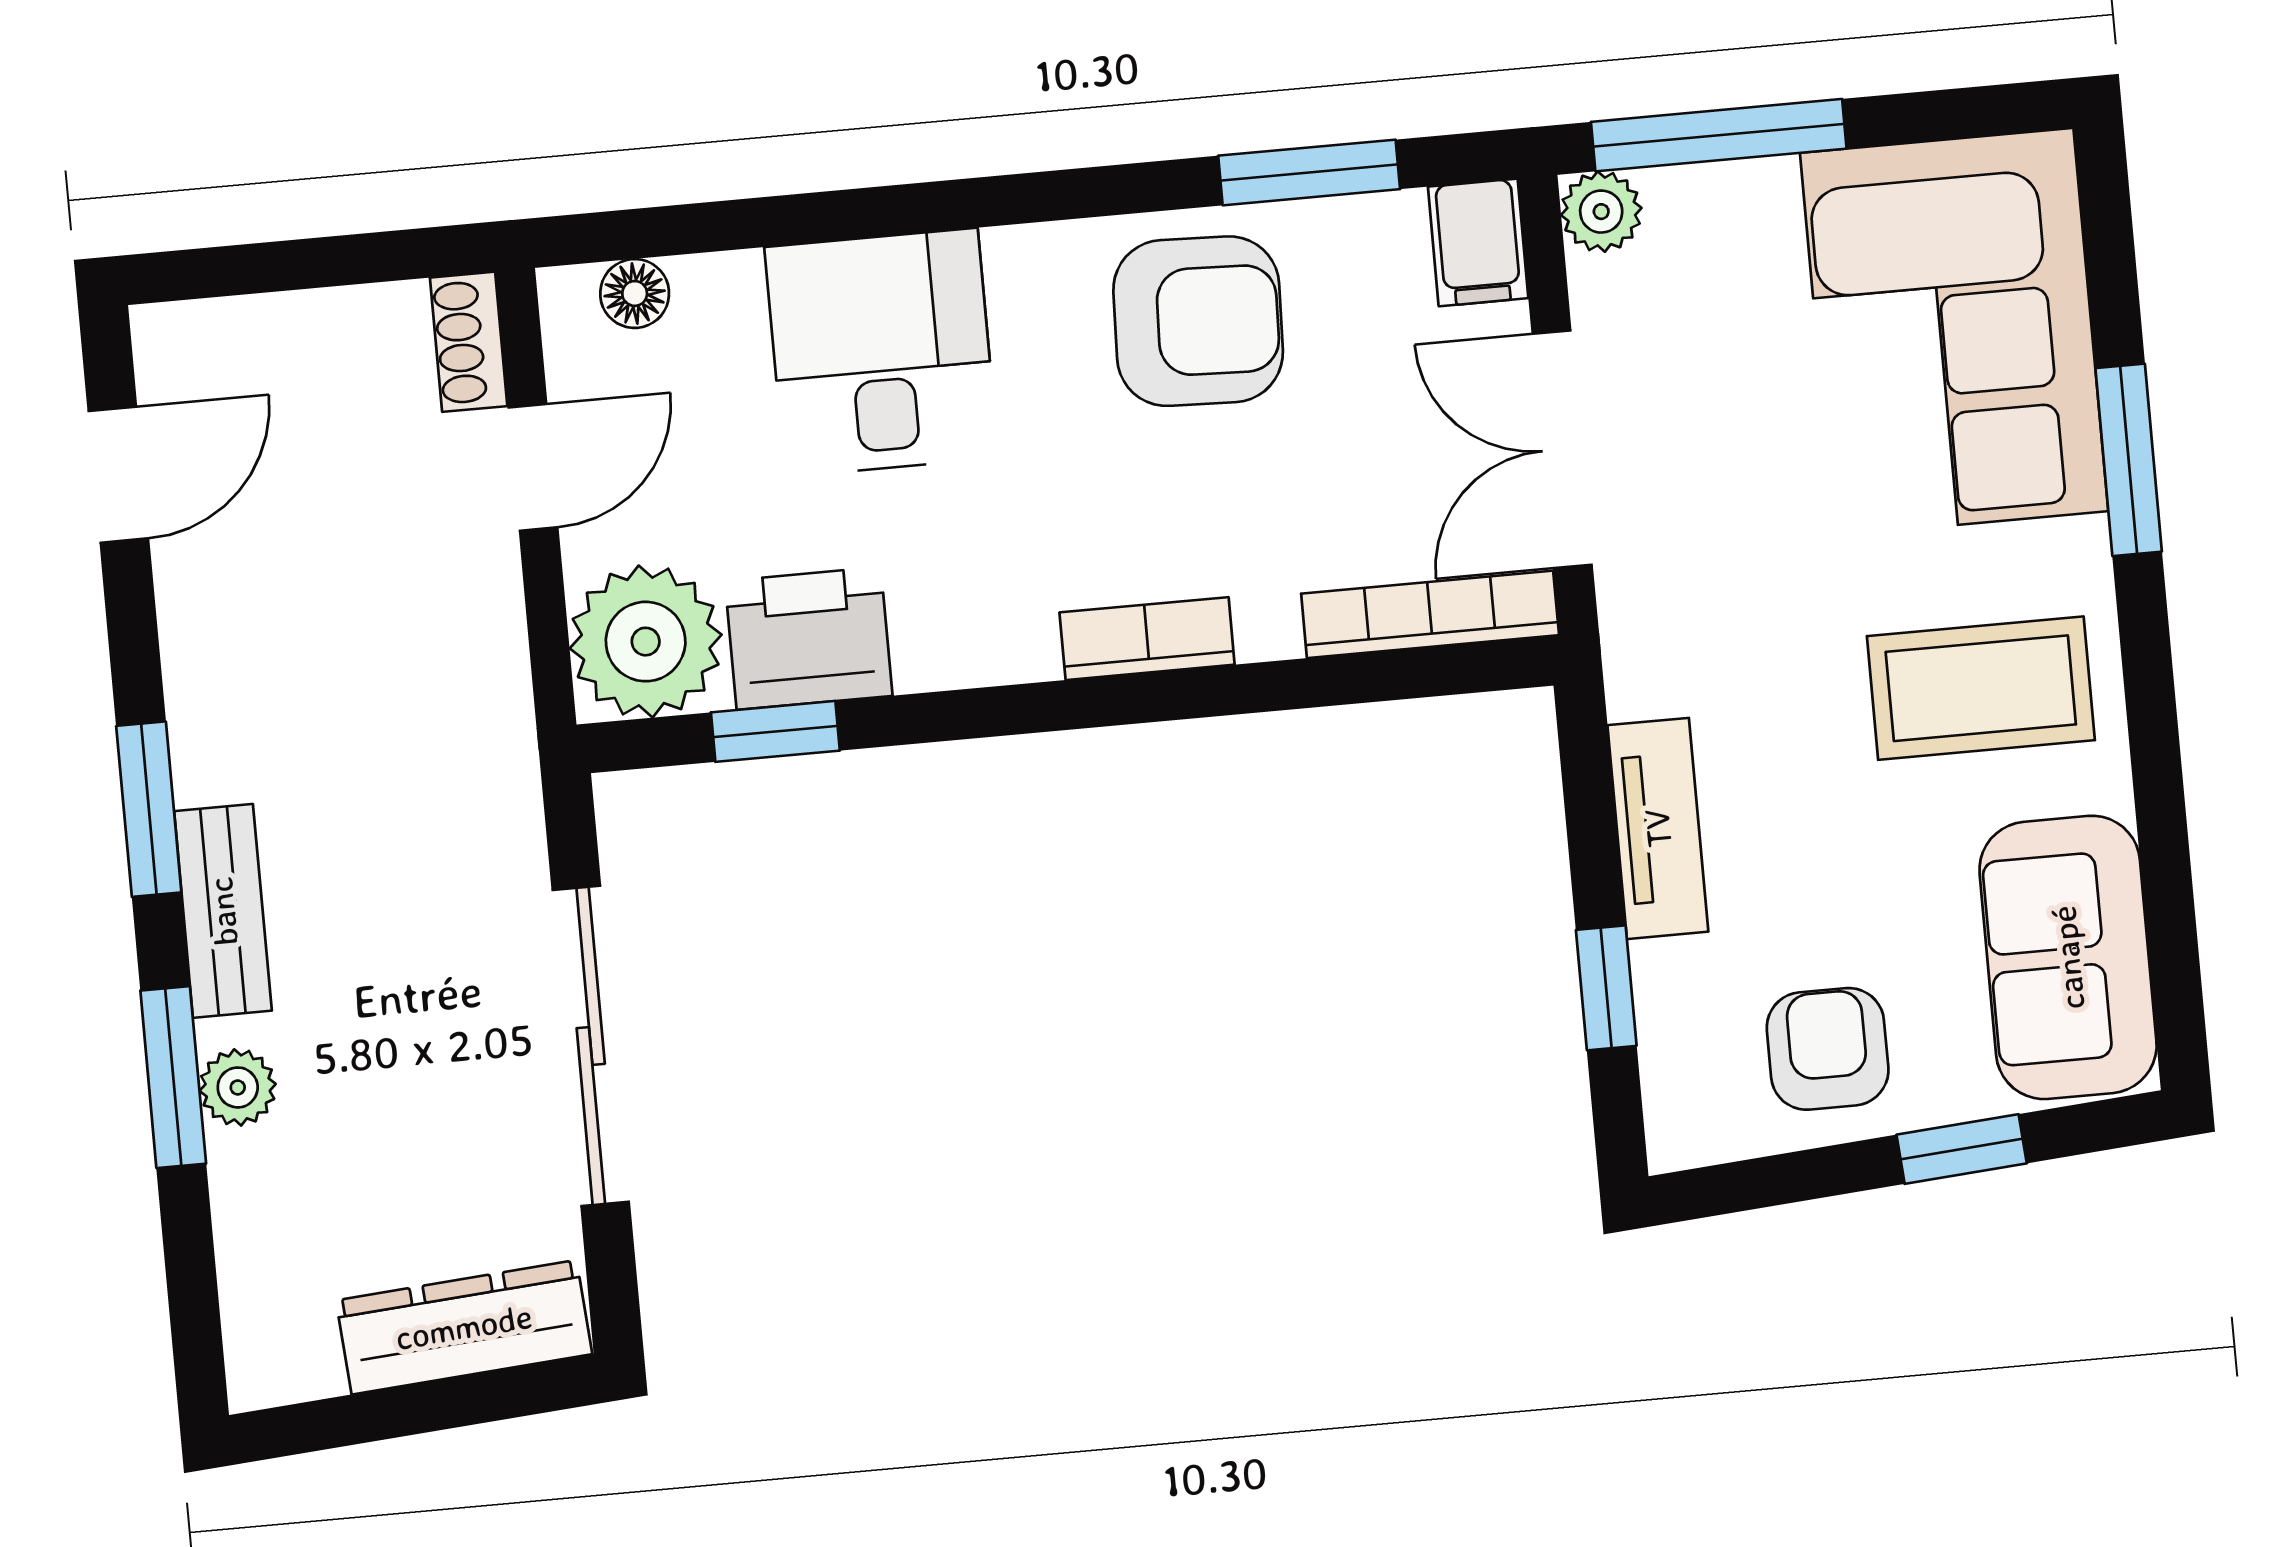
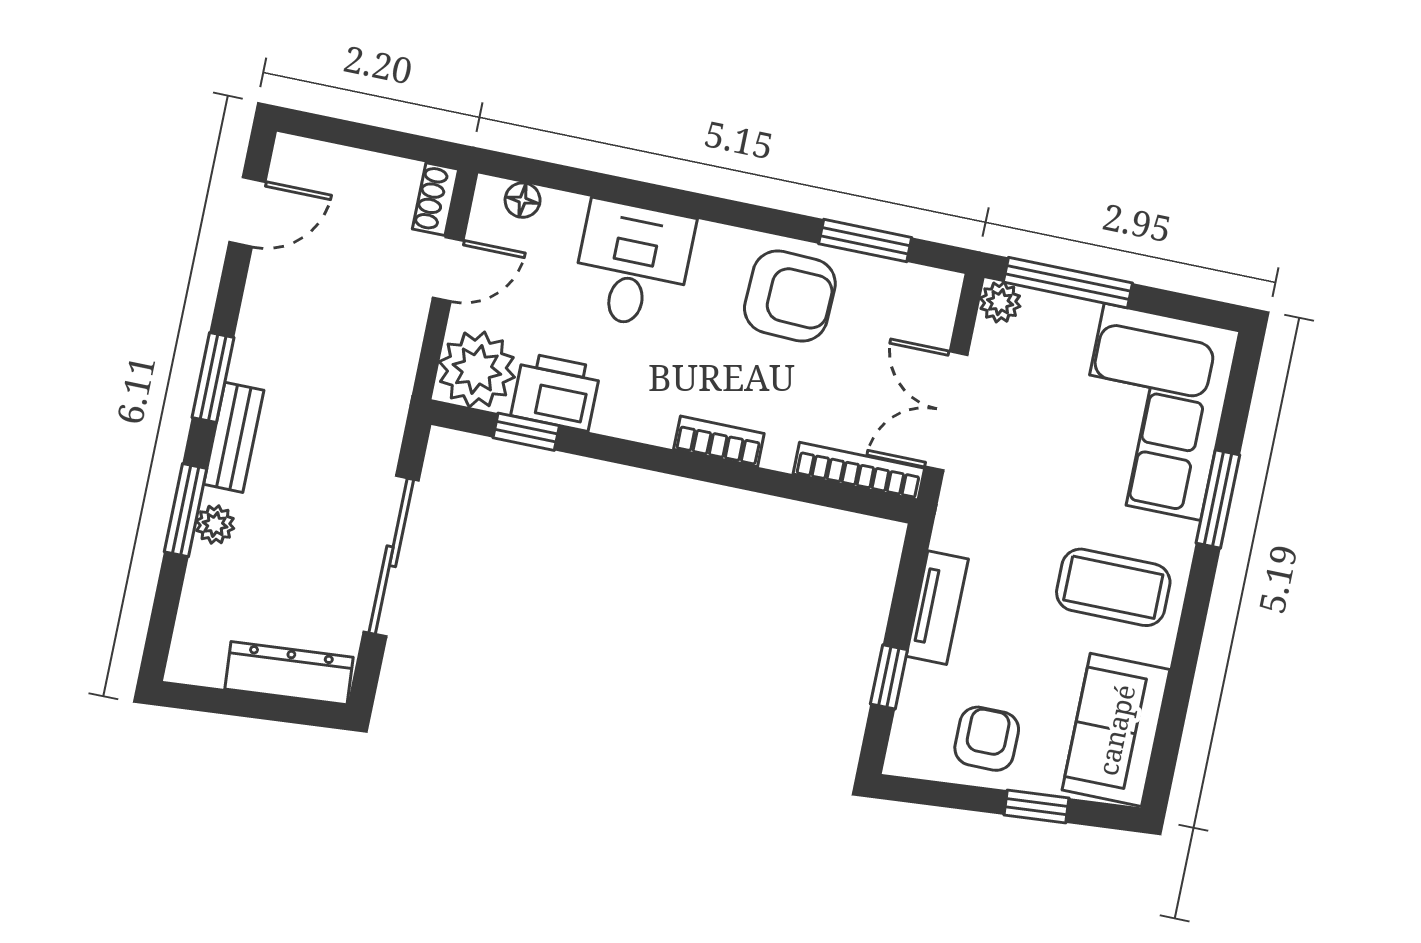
filing cabinet: (1478, 242) -> (936, 299), removed

